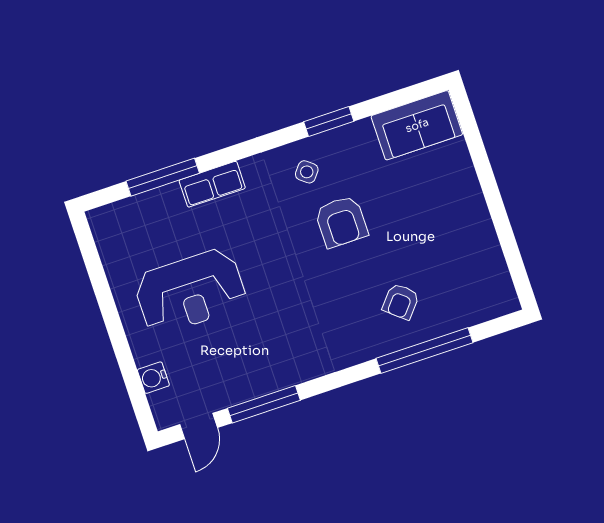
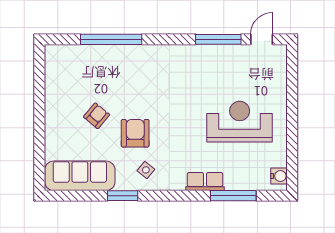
sofa: (417, 125) -> (80, 176), width x1.36
armchair: (401, 302) -> (97, 116), moved
water cooler: (153, 378) -> (279, 176), moved

